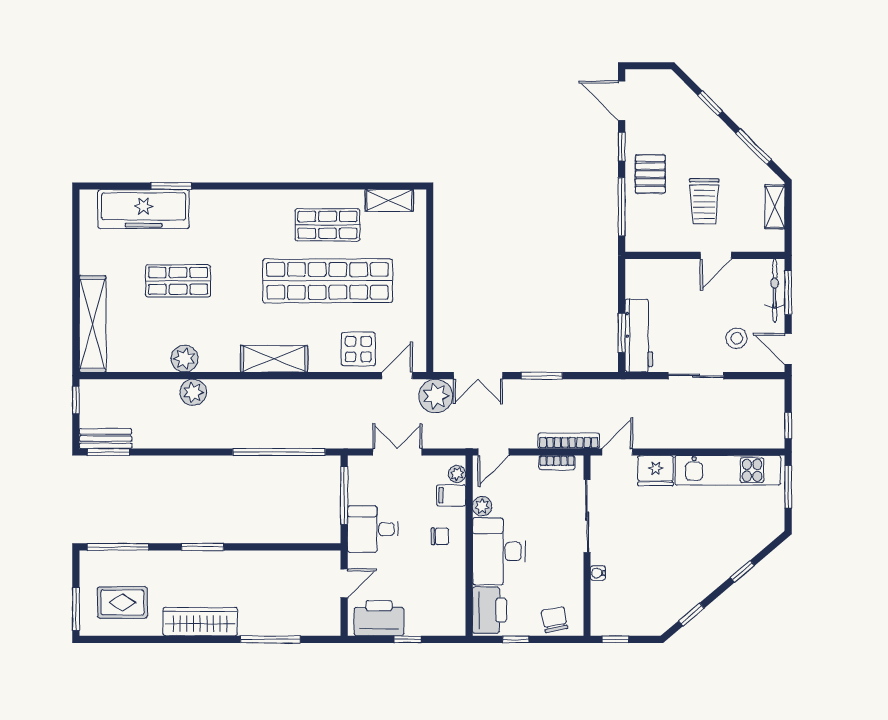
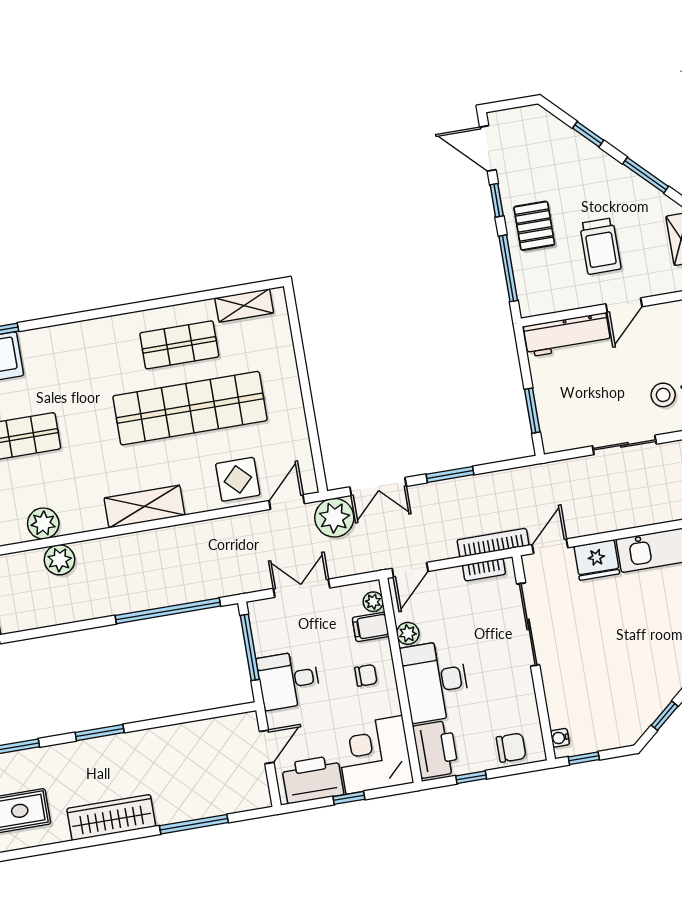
workbench: (639, 336) -> (567, 335), moved, turned 90
water cooler: (598, 573) -> (560, 738), moved
corner desk: (436, 606) -> (374, 755), added
chair: (555, 620) -> (511, 748), turned 101

